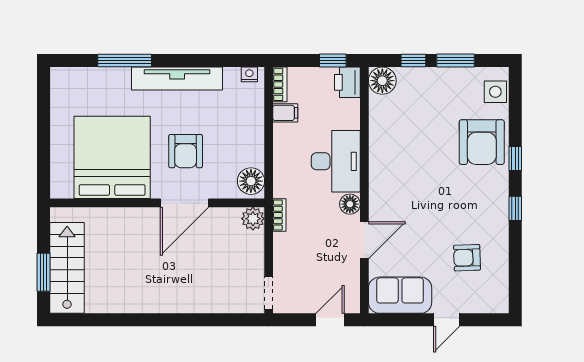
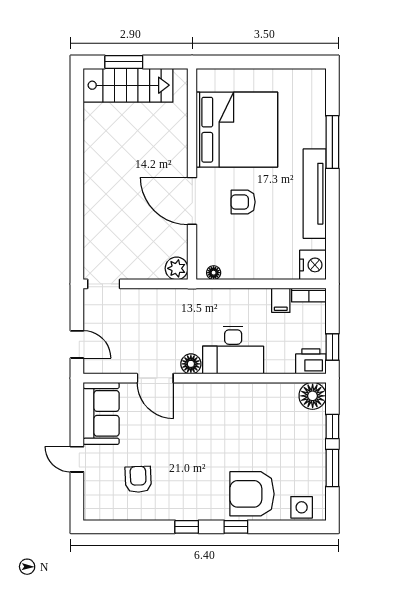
nightstand: (249, 74) -> (313, 265), width x1.89, depth x1.79
armchair: (186, 151) -> (243, 202), width x0.72, depth x0.72
floor lamp: (251, 181) -> (214, 273), width x0.53, depth x0.53
bookcase: (279, 215) -> (180, 295), removed

